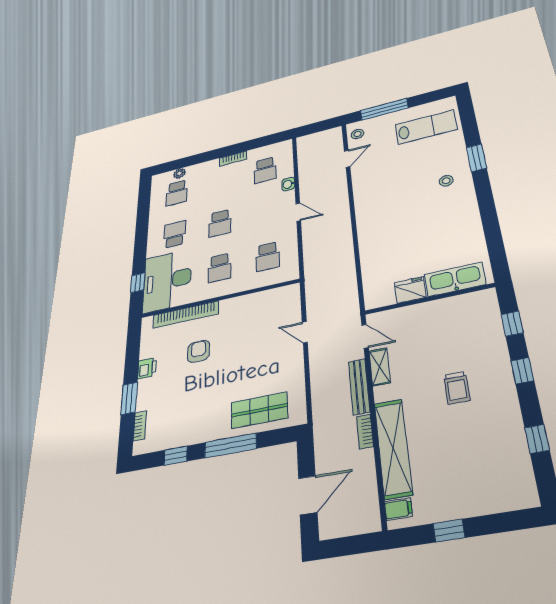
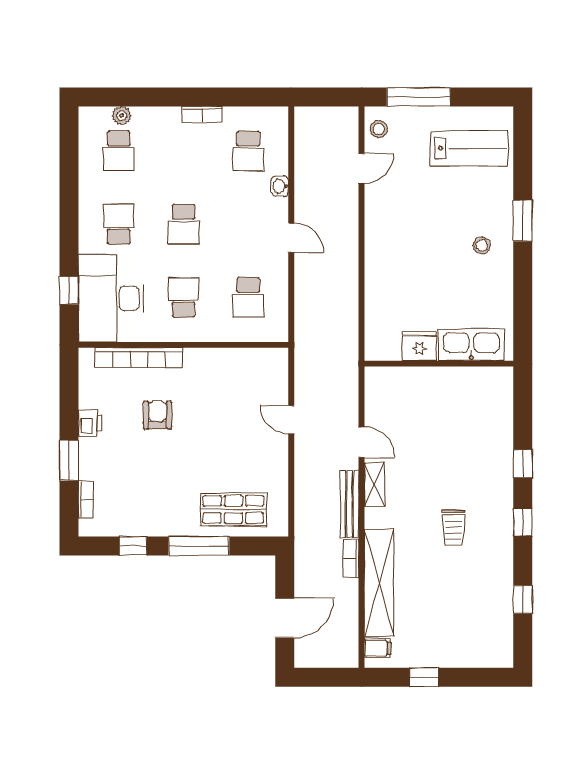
school desk: (219, 268) -> (183, 297), turned 180
kitchen sink: (455, 279) -> (471, 345), moved
fridge: (410, 290) -> (419, 346), moved
wall: (429, 299) -> (439, 364), moved

